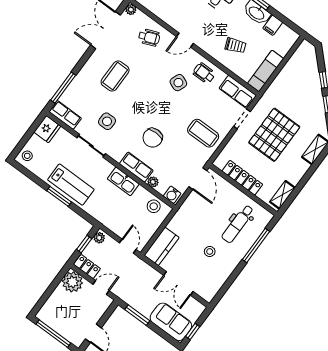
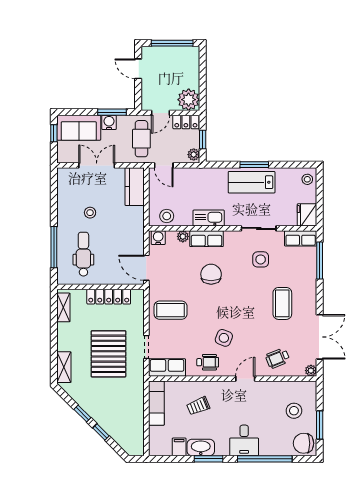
cafe table: (130, 279) -> (141, 139), added
water cooler: (145, 309) -> (109, 122), added

